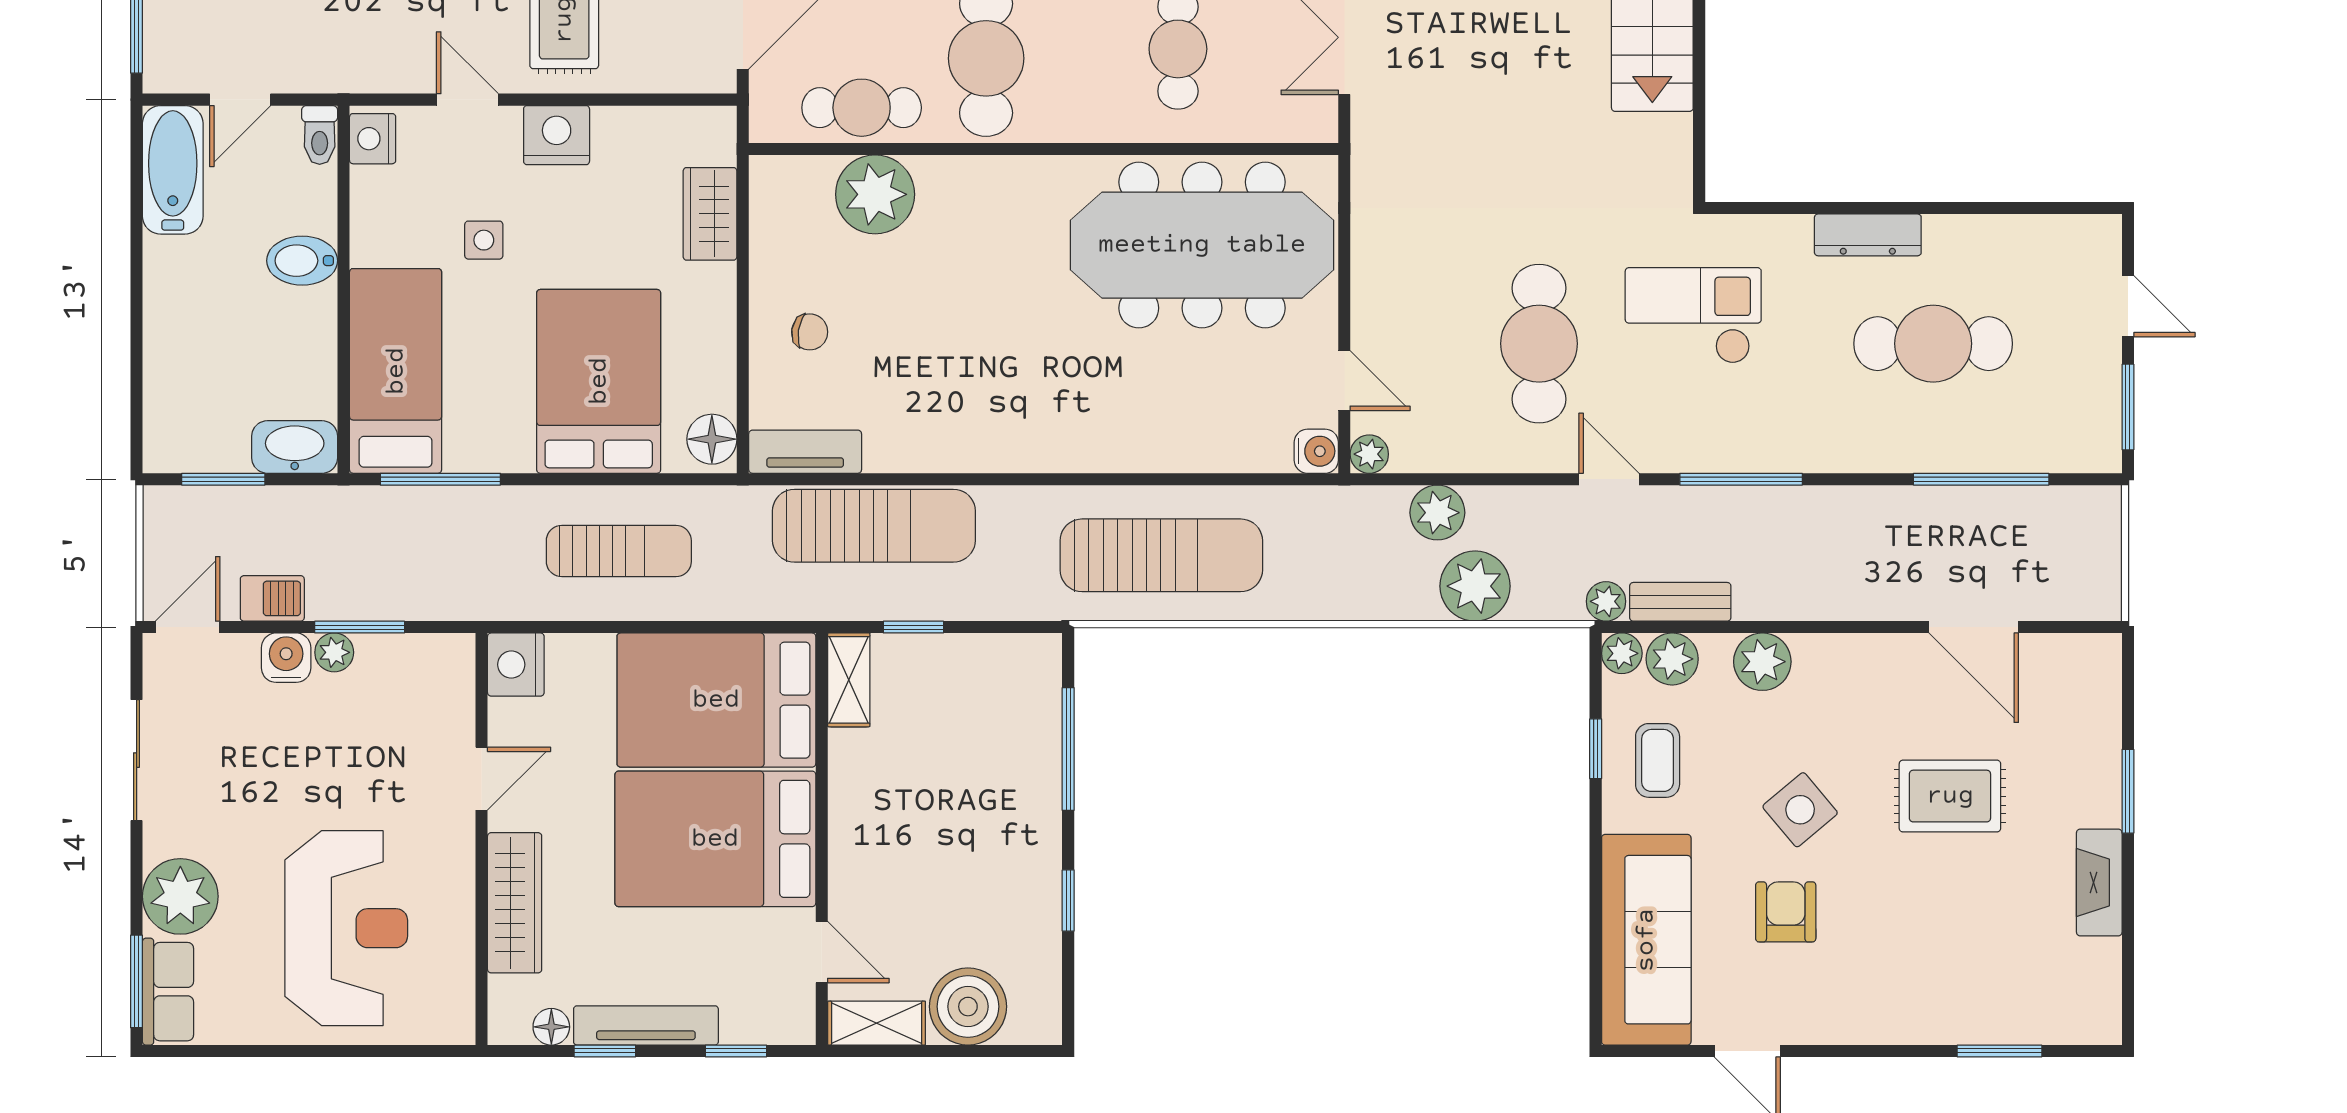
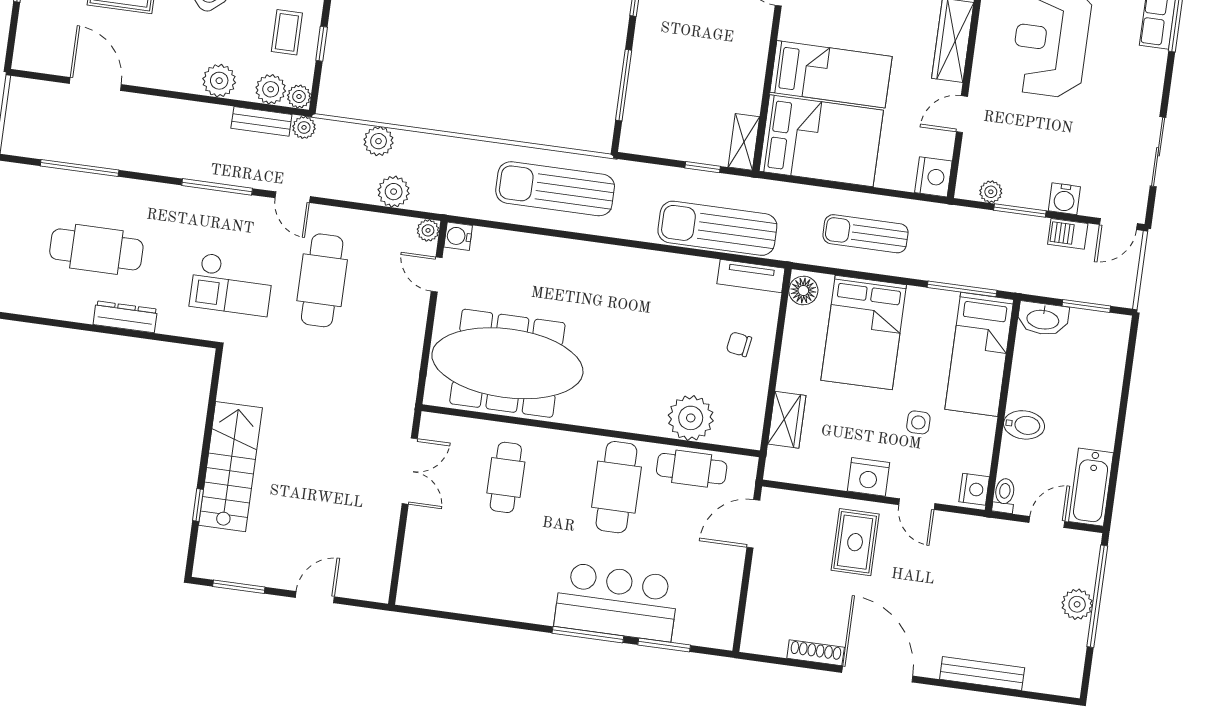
plant: (1475, 586) -> (379, 141), width x0.73, depth x0.73
plant: (334, 652) -> (991, 192), moved
bed: (715, 839) -> (831, 74), width x0.67
plant: (180, 896) -> (1144, 70), removed

